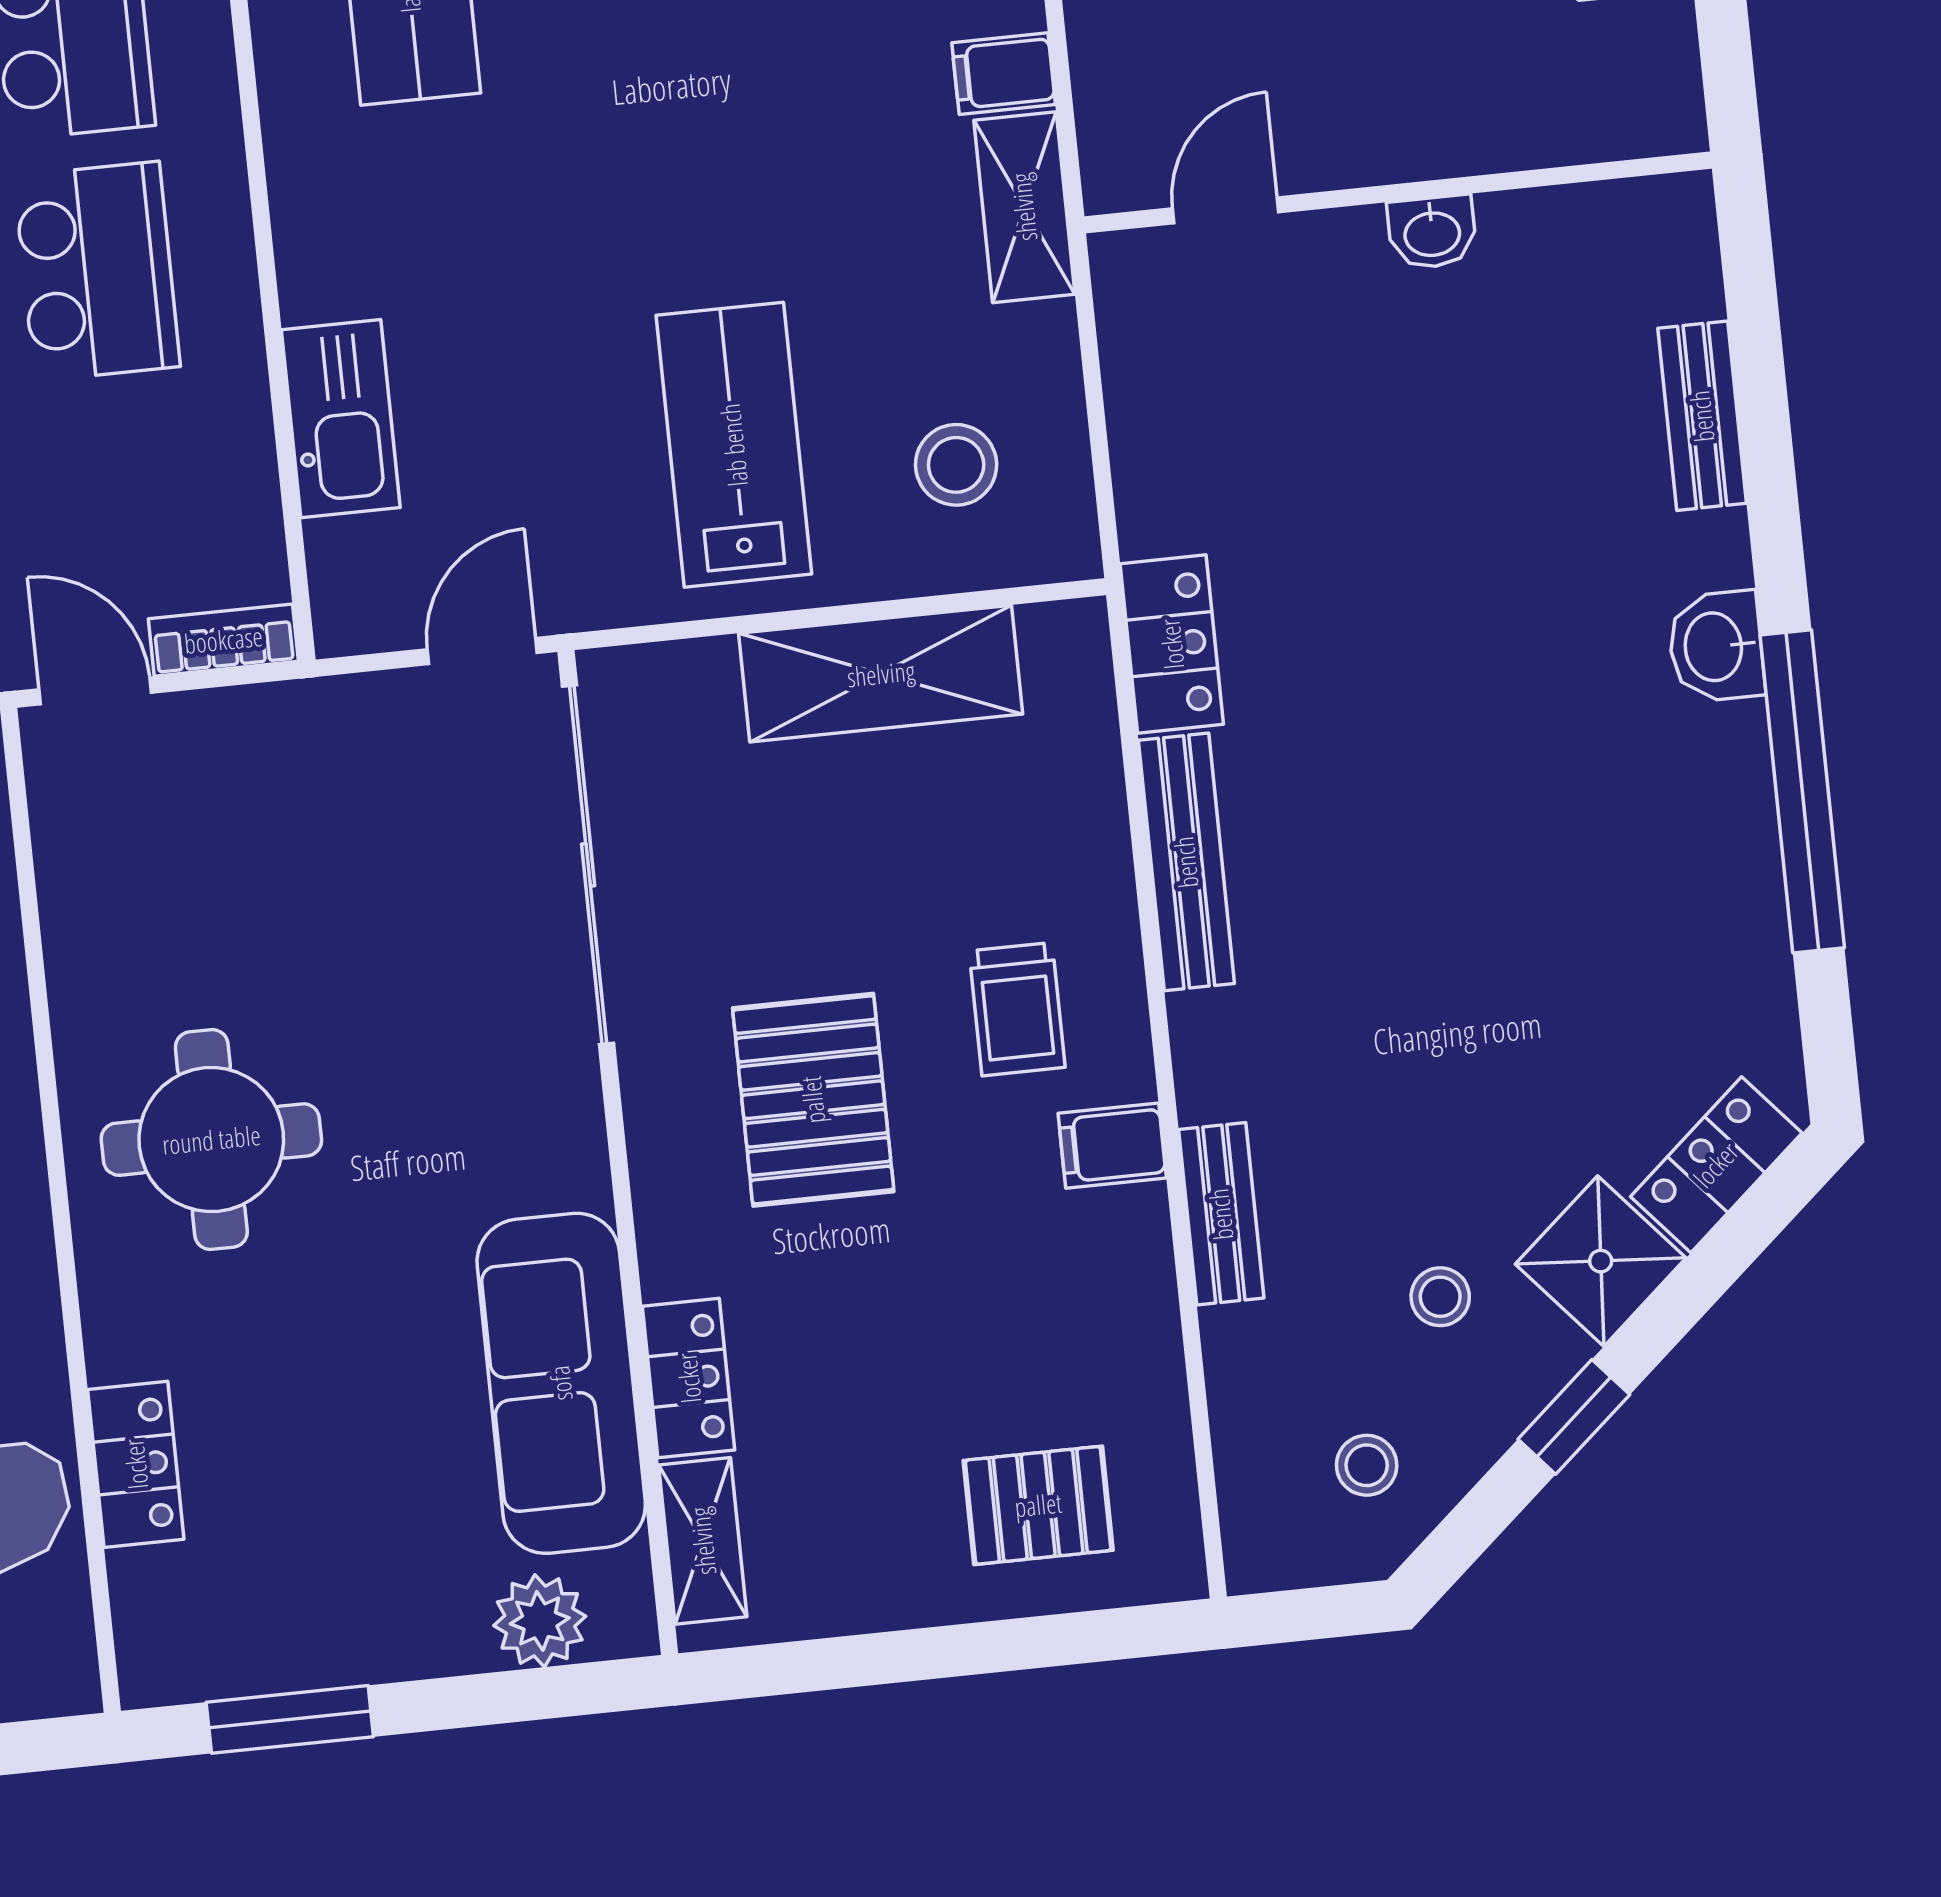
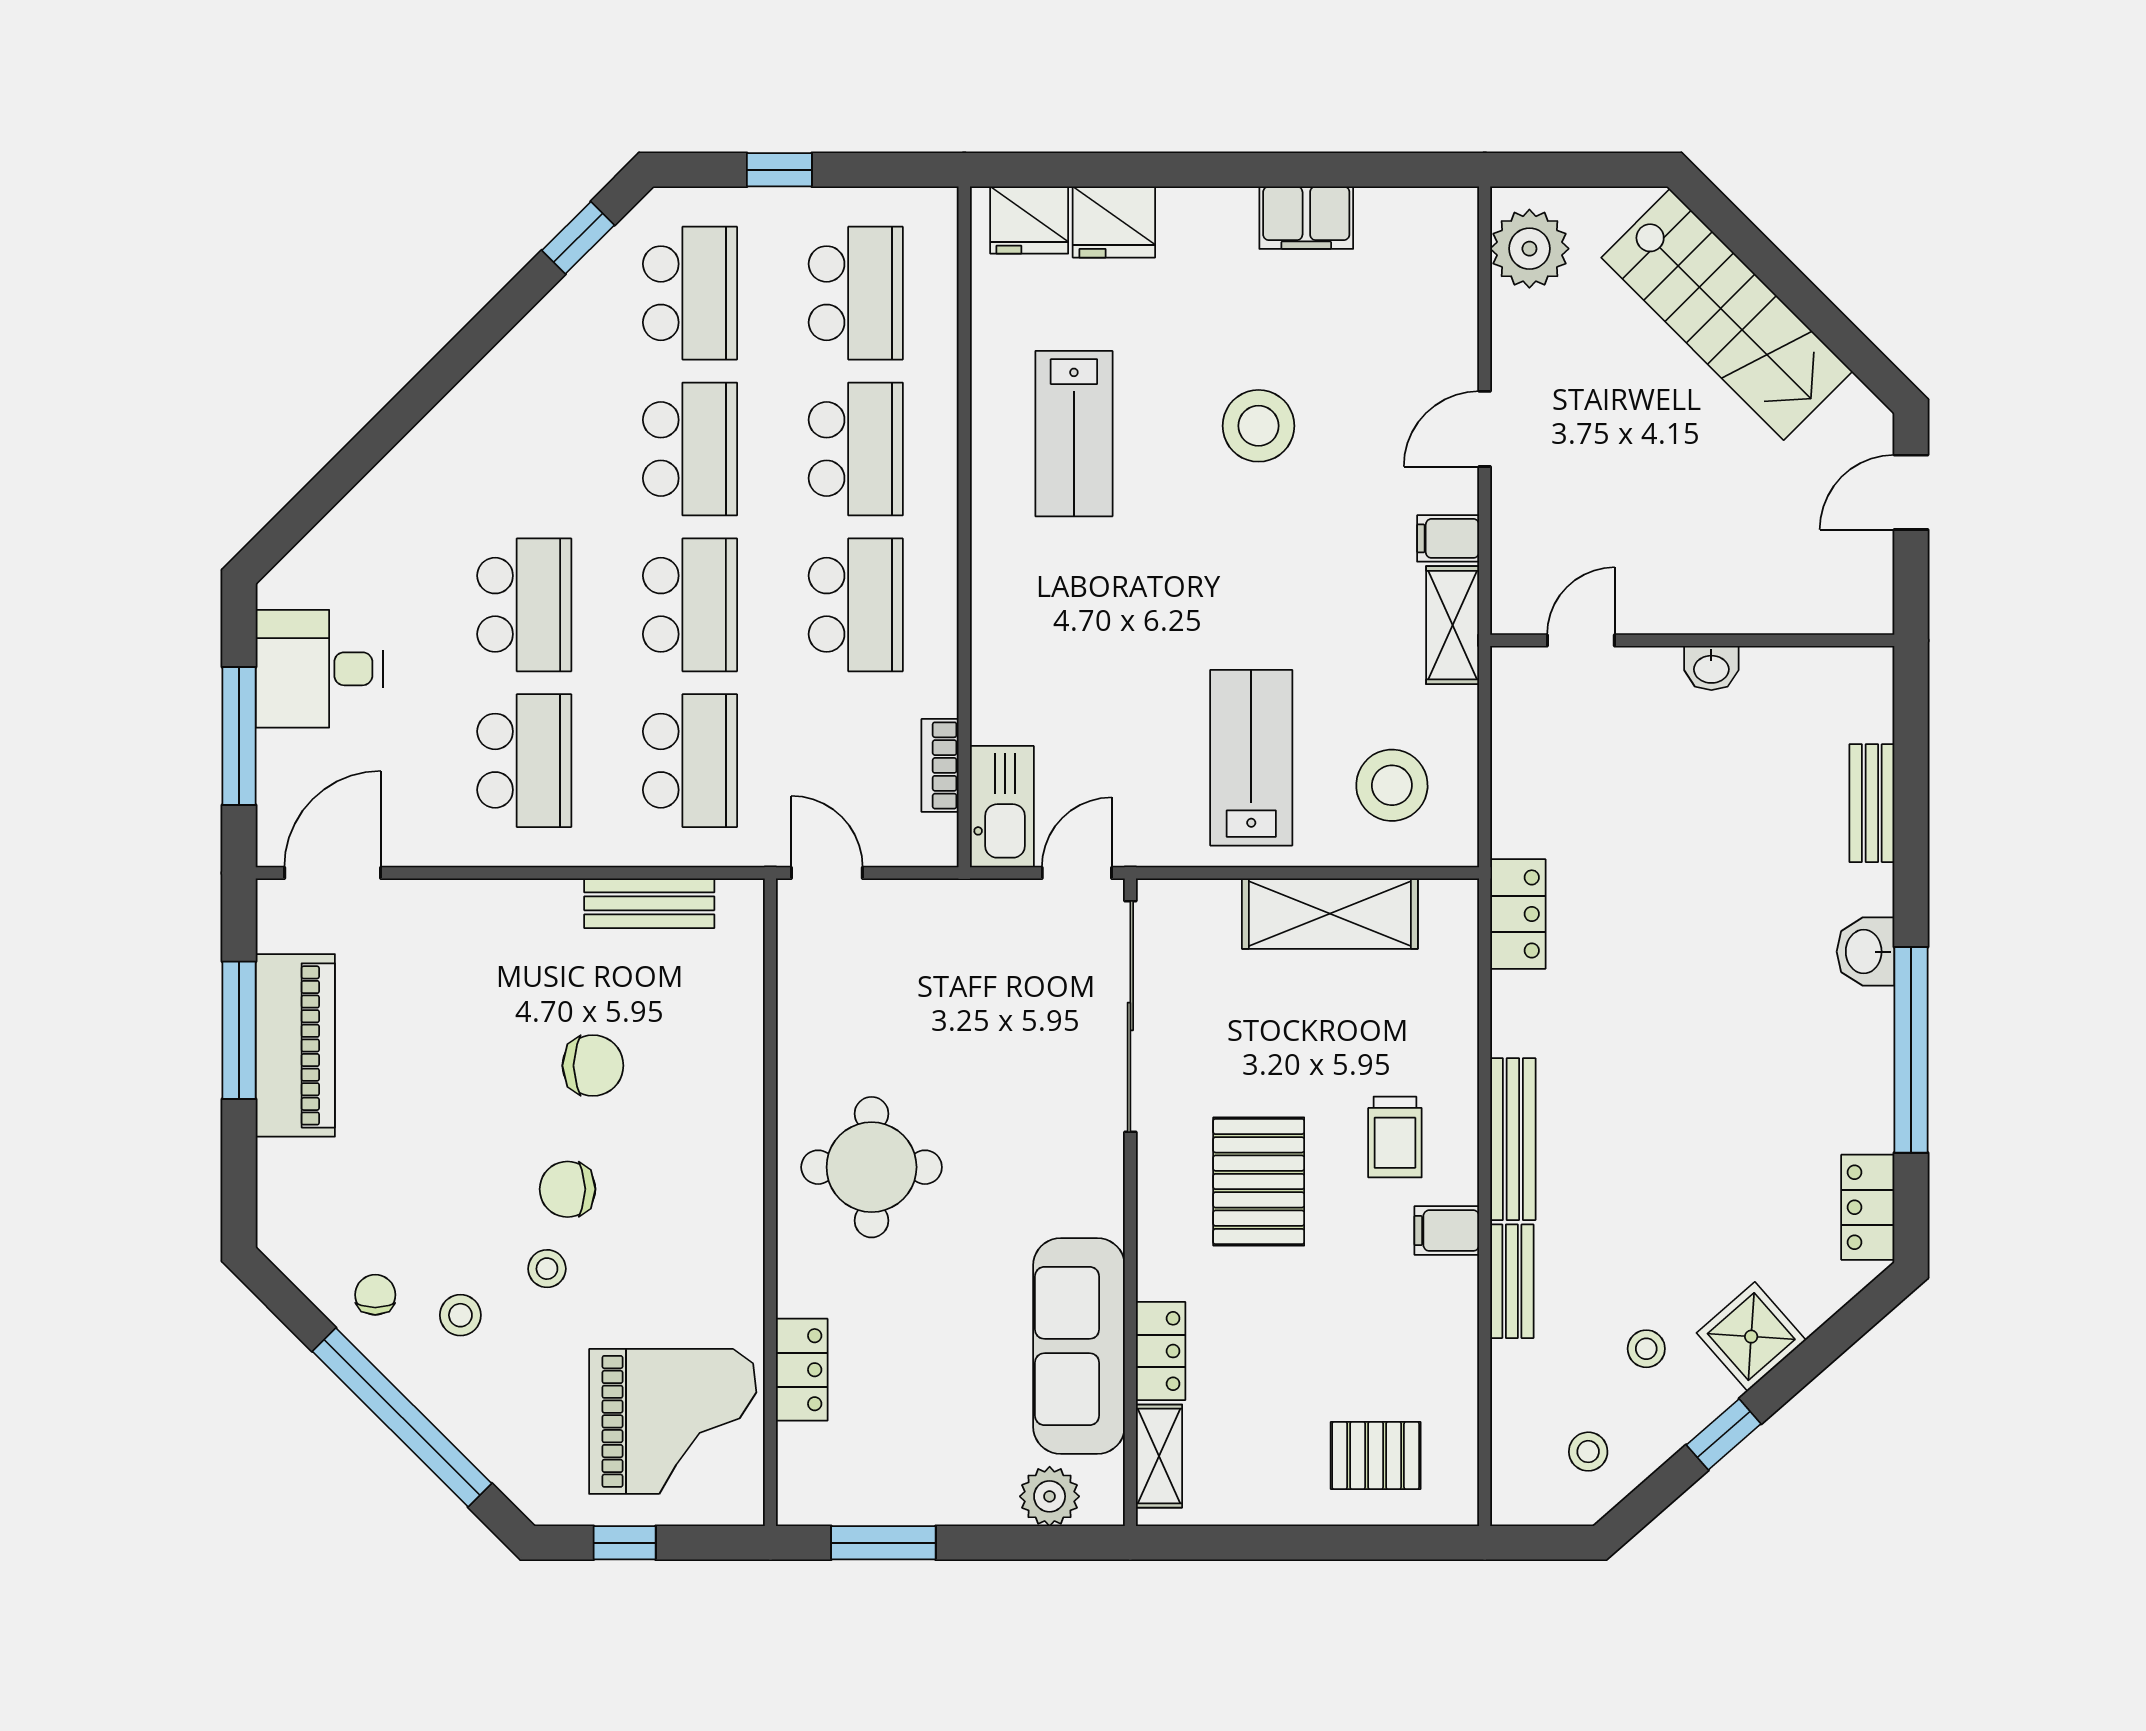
kitchen sink: (341, 419) -> (1002, 807), moved
stool: (956, 465) -> (1392, 785), width x1.38, depth x1.38
bookcase: (223, 640) -> (940, 765), moved, turned -90
bench: (1186, 862) -> (1513, 1139), moved
locker: (1716, 1165) -> (1868, 1207), moved, turned -49

